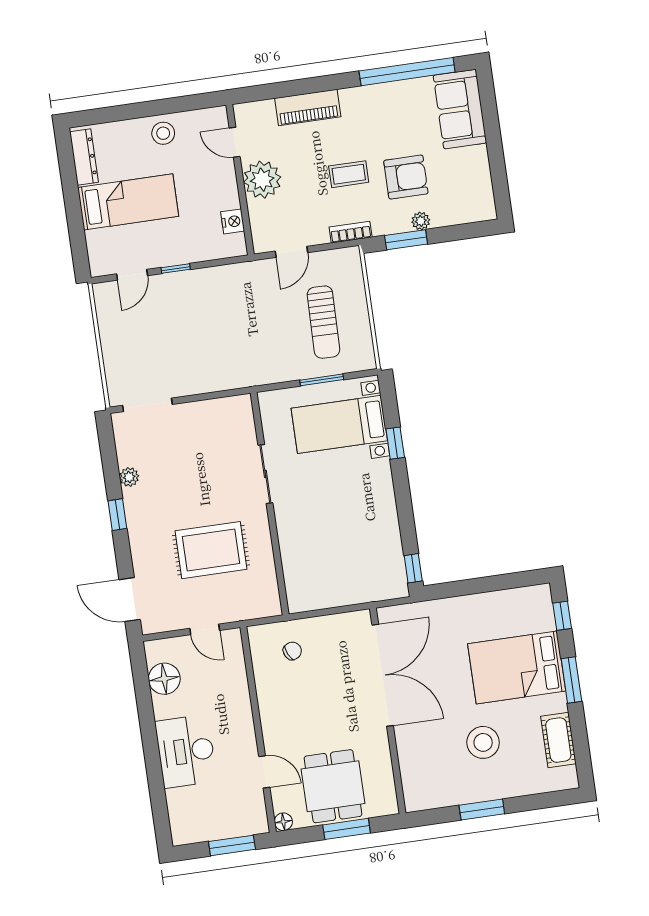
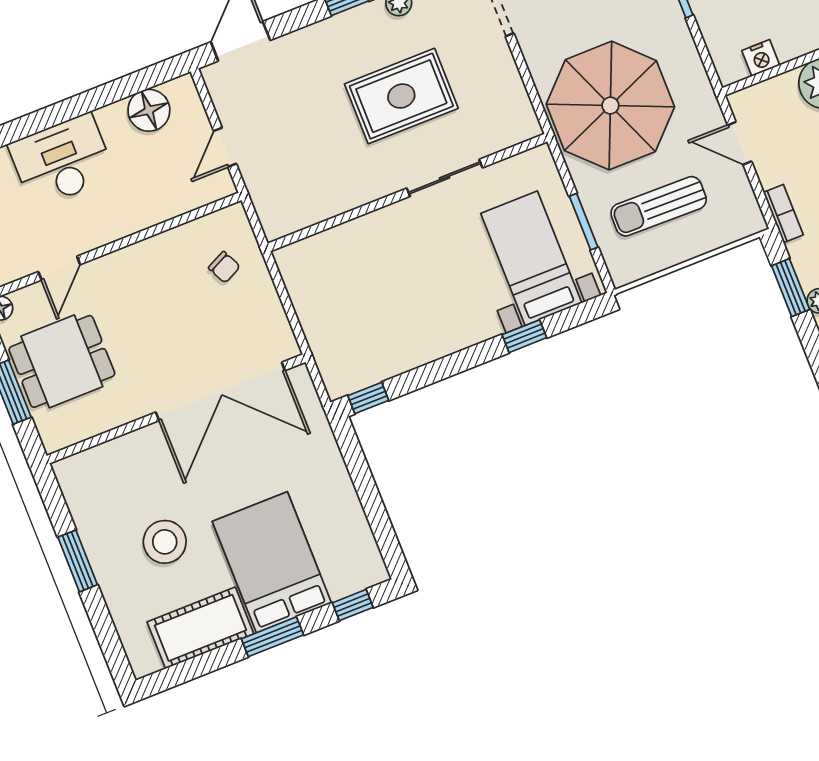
parasol: (241, 340) -> (610, 106), added
rug: (211, 550) -> (401, 96), moved, turned 90
cot: (558, 740) -> (200, 628), width x1.37, depth x1.34

